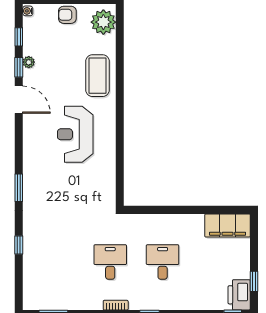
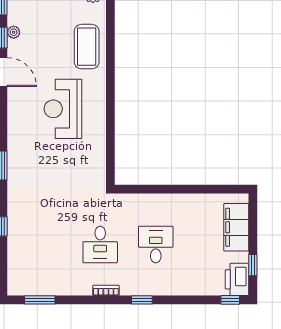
filing cabinet: (228, 226) -> (236, 227), moved, turned 90
desk: (110, 262) -> (100, 244), turned 180

